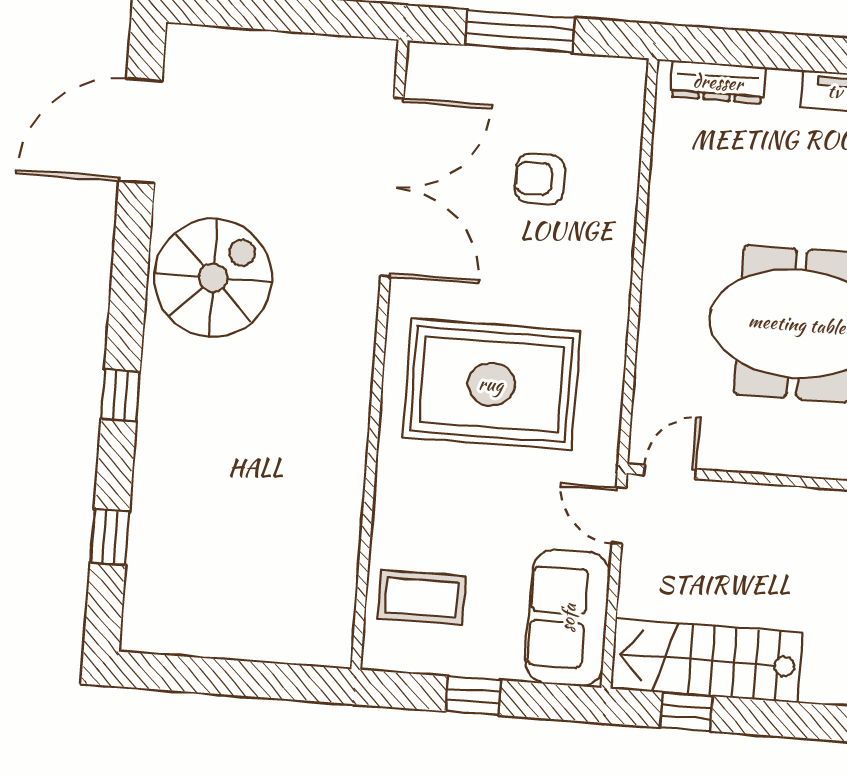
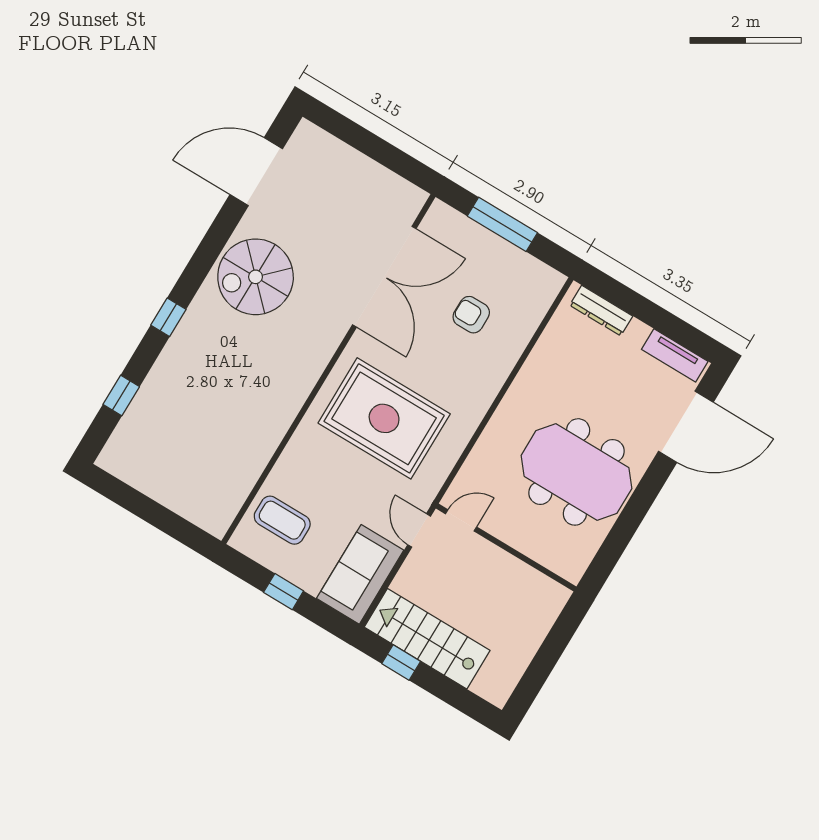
spiral stairs: (213, 278) -> (256, 277), turned 180

